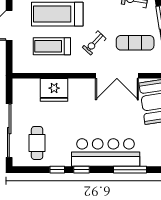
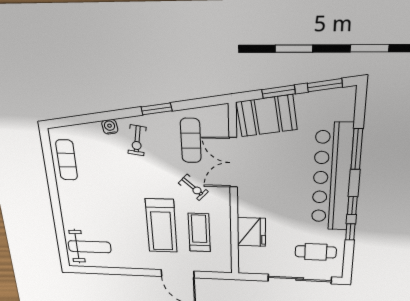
treadmill: (52, 46) -> (199, 233), turned 180
double door: (117, 76) -> (233, 163), swing flipped
bar counter: (106, 152) -> (332, 178), width x1.36

